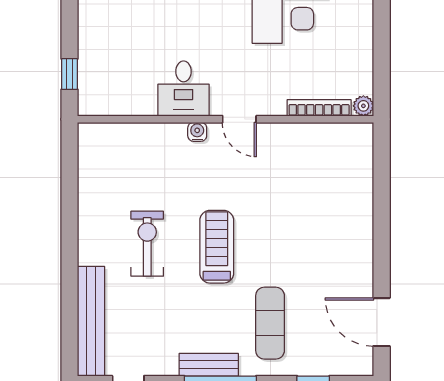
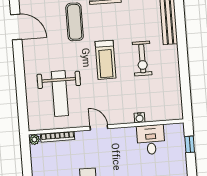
desk: (184, 88) -> (151, 140), moved
water cooler: (197, 132) -> (140, 118), moved
weight bench: (309, 189) -> (60, 93), added

